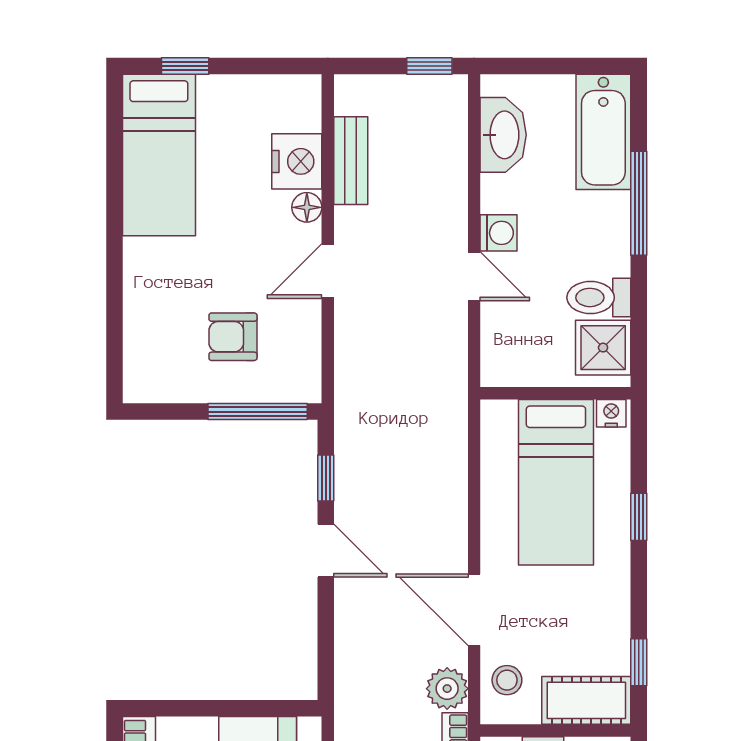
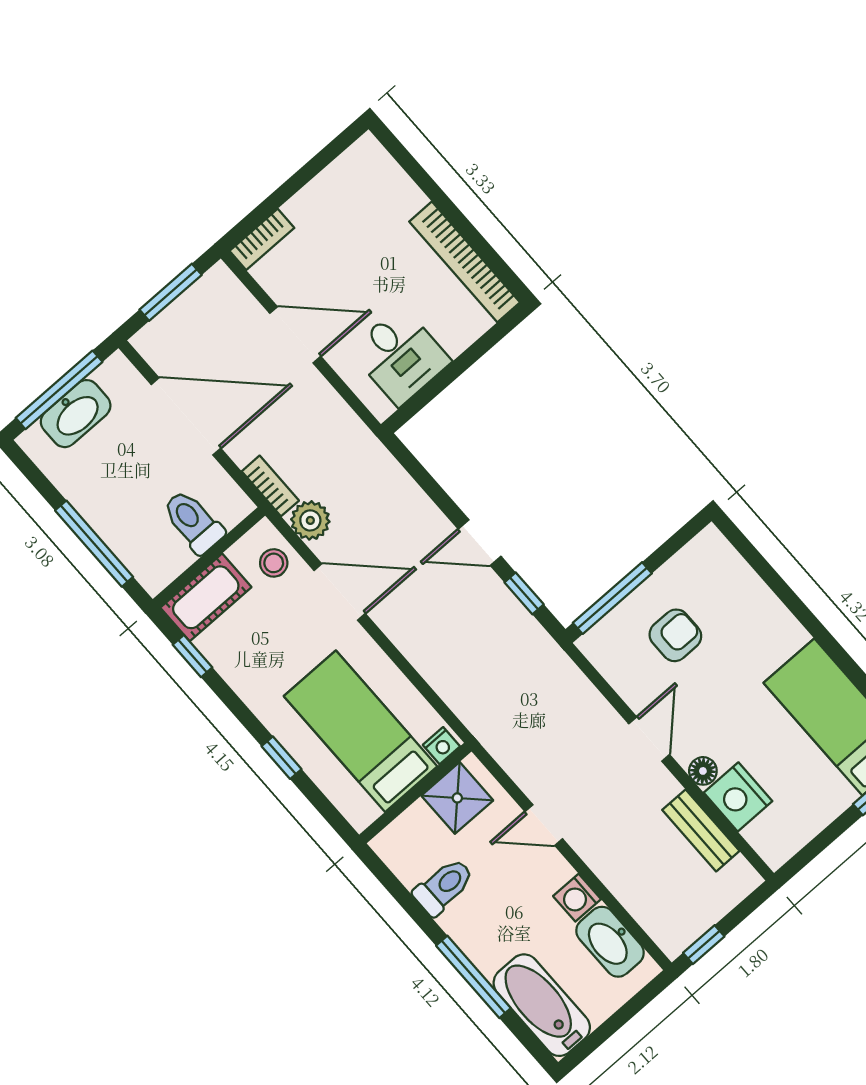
washing machine: (499, 233) -> (577, 898), moved
shower: (603, 348) -> (457, 798), moved
nightstand: (611, 413) -> (441, 746), moved

